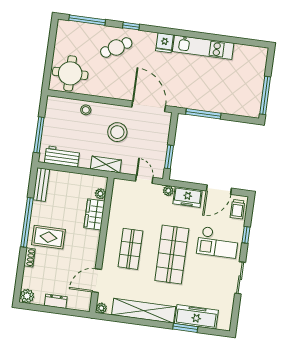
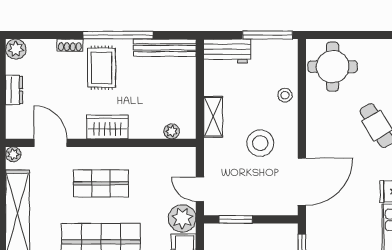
window: (39, 135) -> (268, 35), moved
workbench: (62, 156) -> (227, 51), moved, turned 90
shelving: (106, 165) -> (213, 117), moved
door: (144, 179) -> (200, 189), swing flipped
bench: (41, 185) -> (165, 48), width x1.36
plant: (168, 191) -> (182, 218), width x1.88, depth x1.88
wardrobe: (94, 214) -> (107, 127), moved

